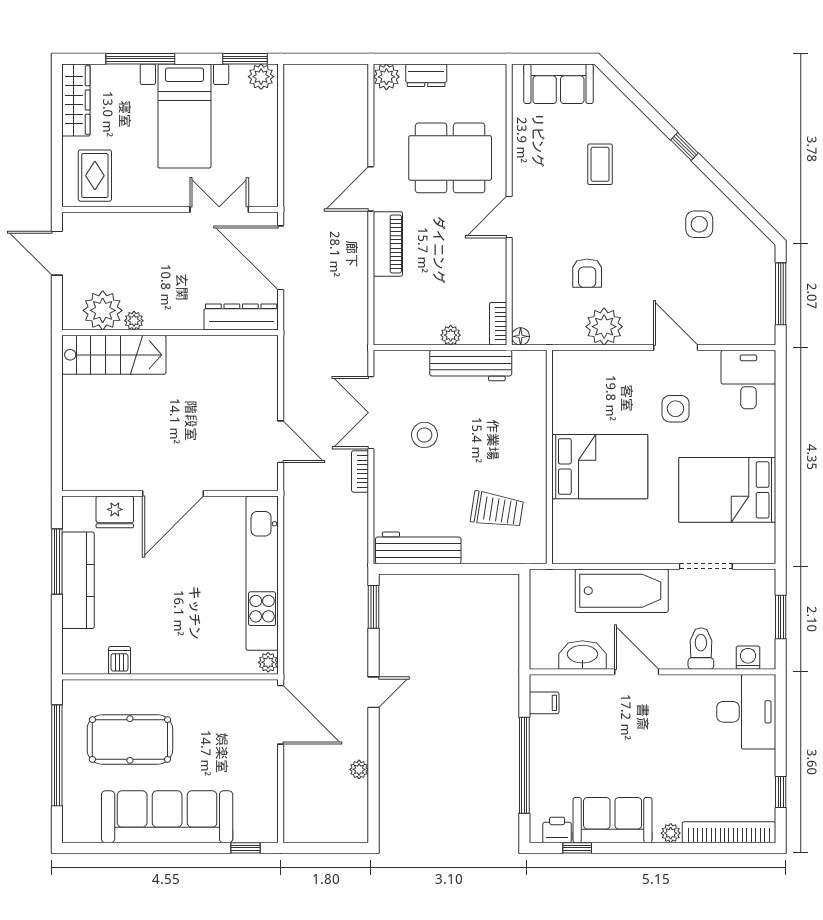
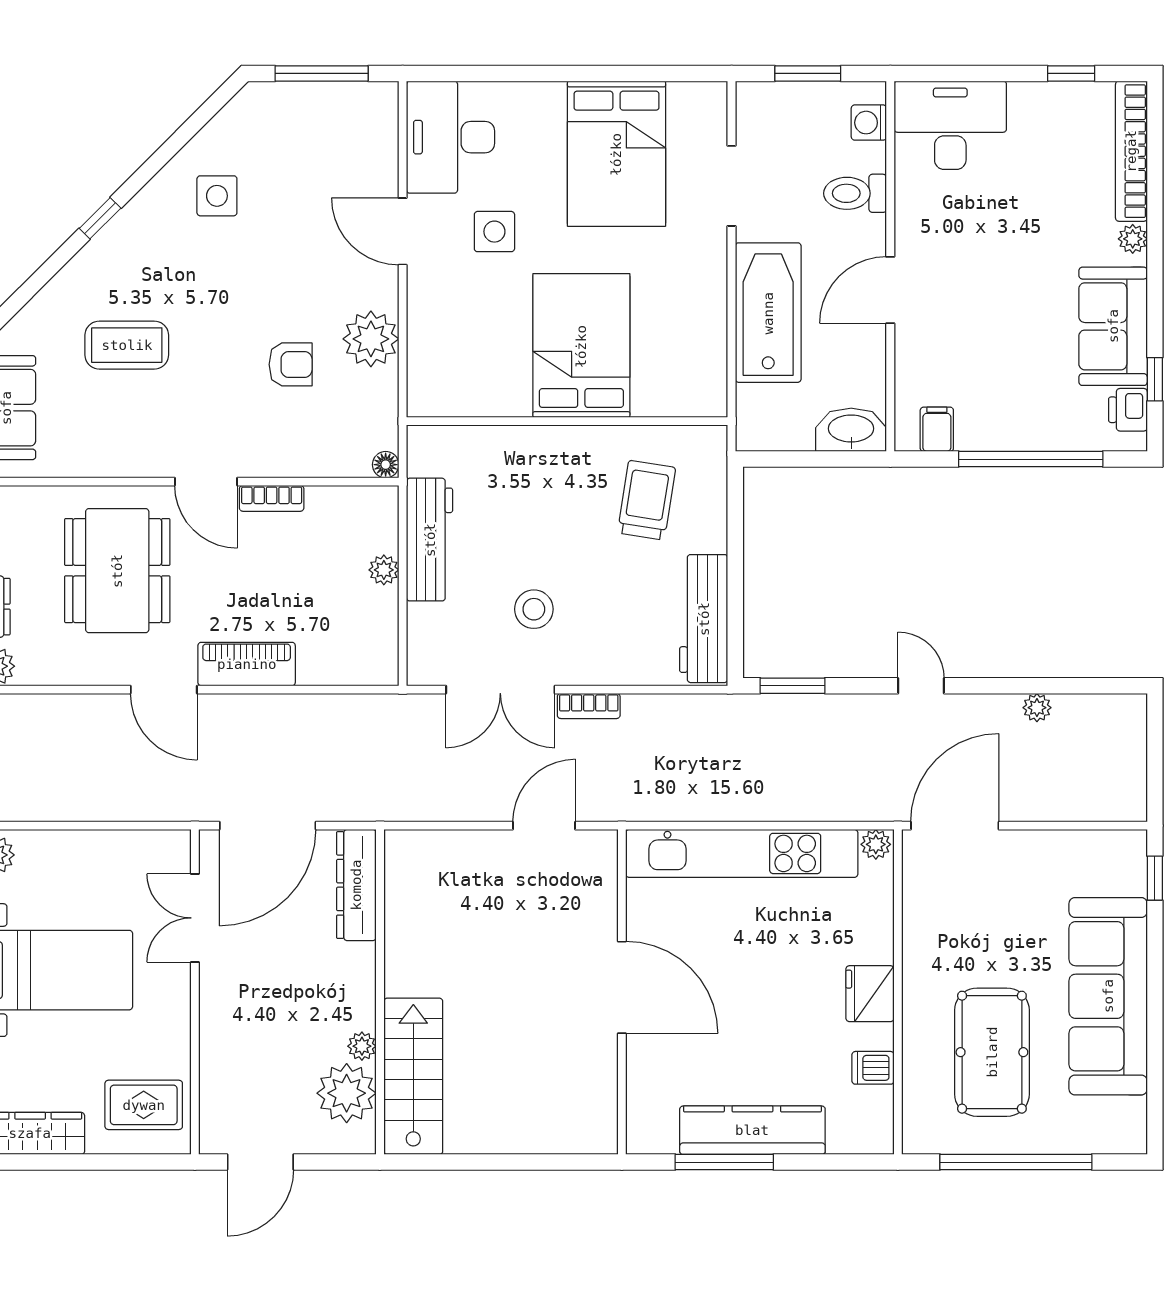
coffee table: (600, 164) -> (127, 345), width x1.36, depth x1.30
bookcase: (498, 324) -> (272, 498), moved
door: (676, 348) -> (403, 231), hinge flipped
desk: (748, 380) -> (451, 137), width x1.37
fridge: (115, 512) -> (870, 994), moved, turned 180
washbasin: (582, 655) -> (851, 430), moved, turned 90

